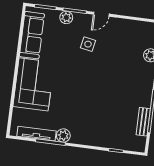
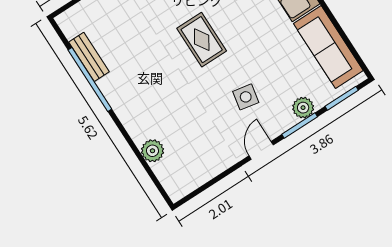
rug: (86, 87) -> (202, 40), added

